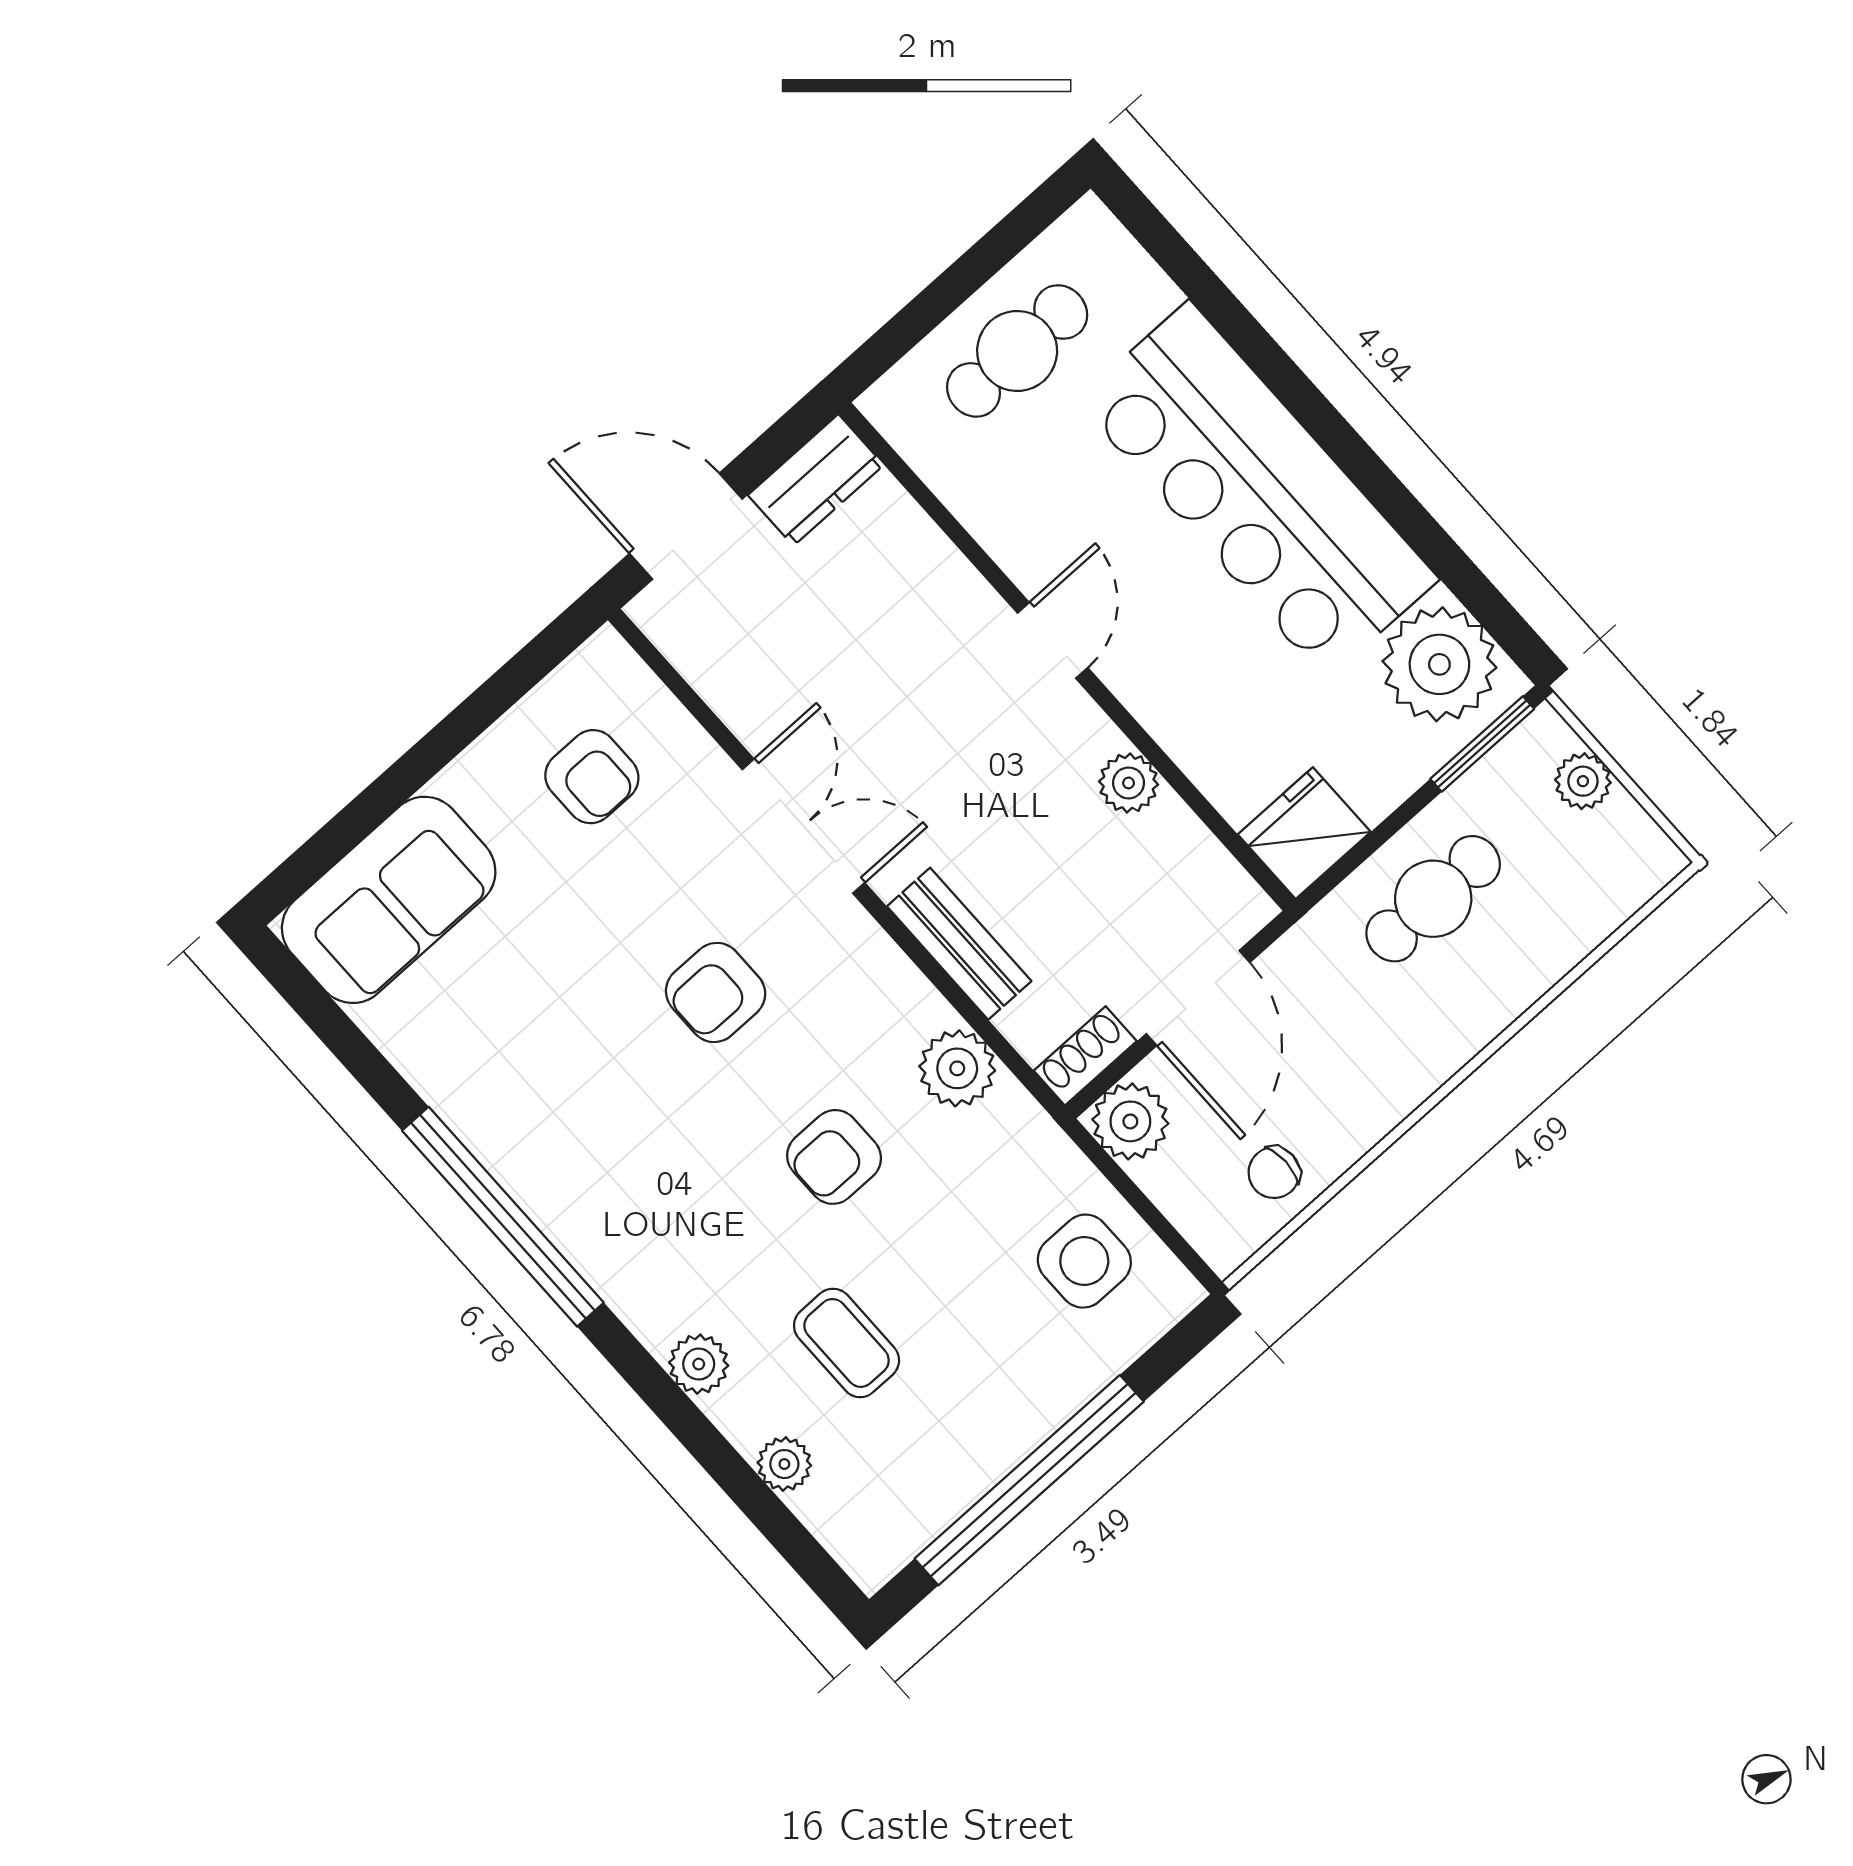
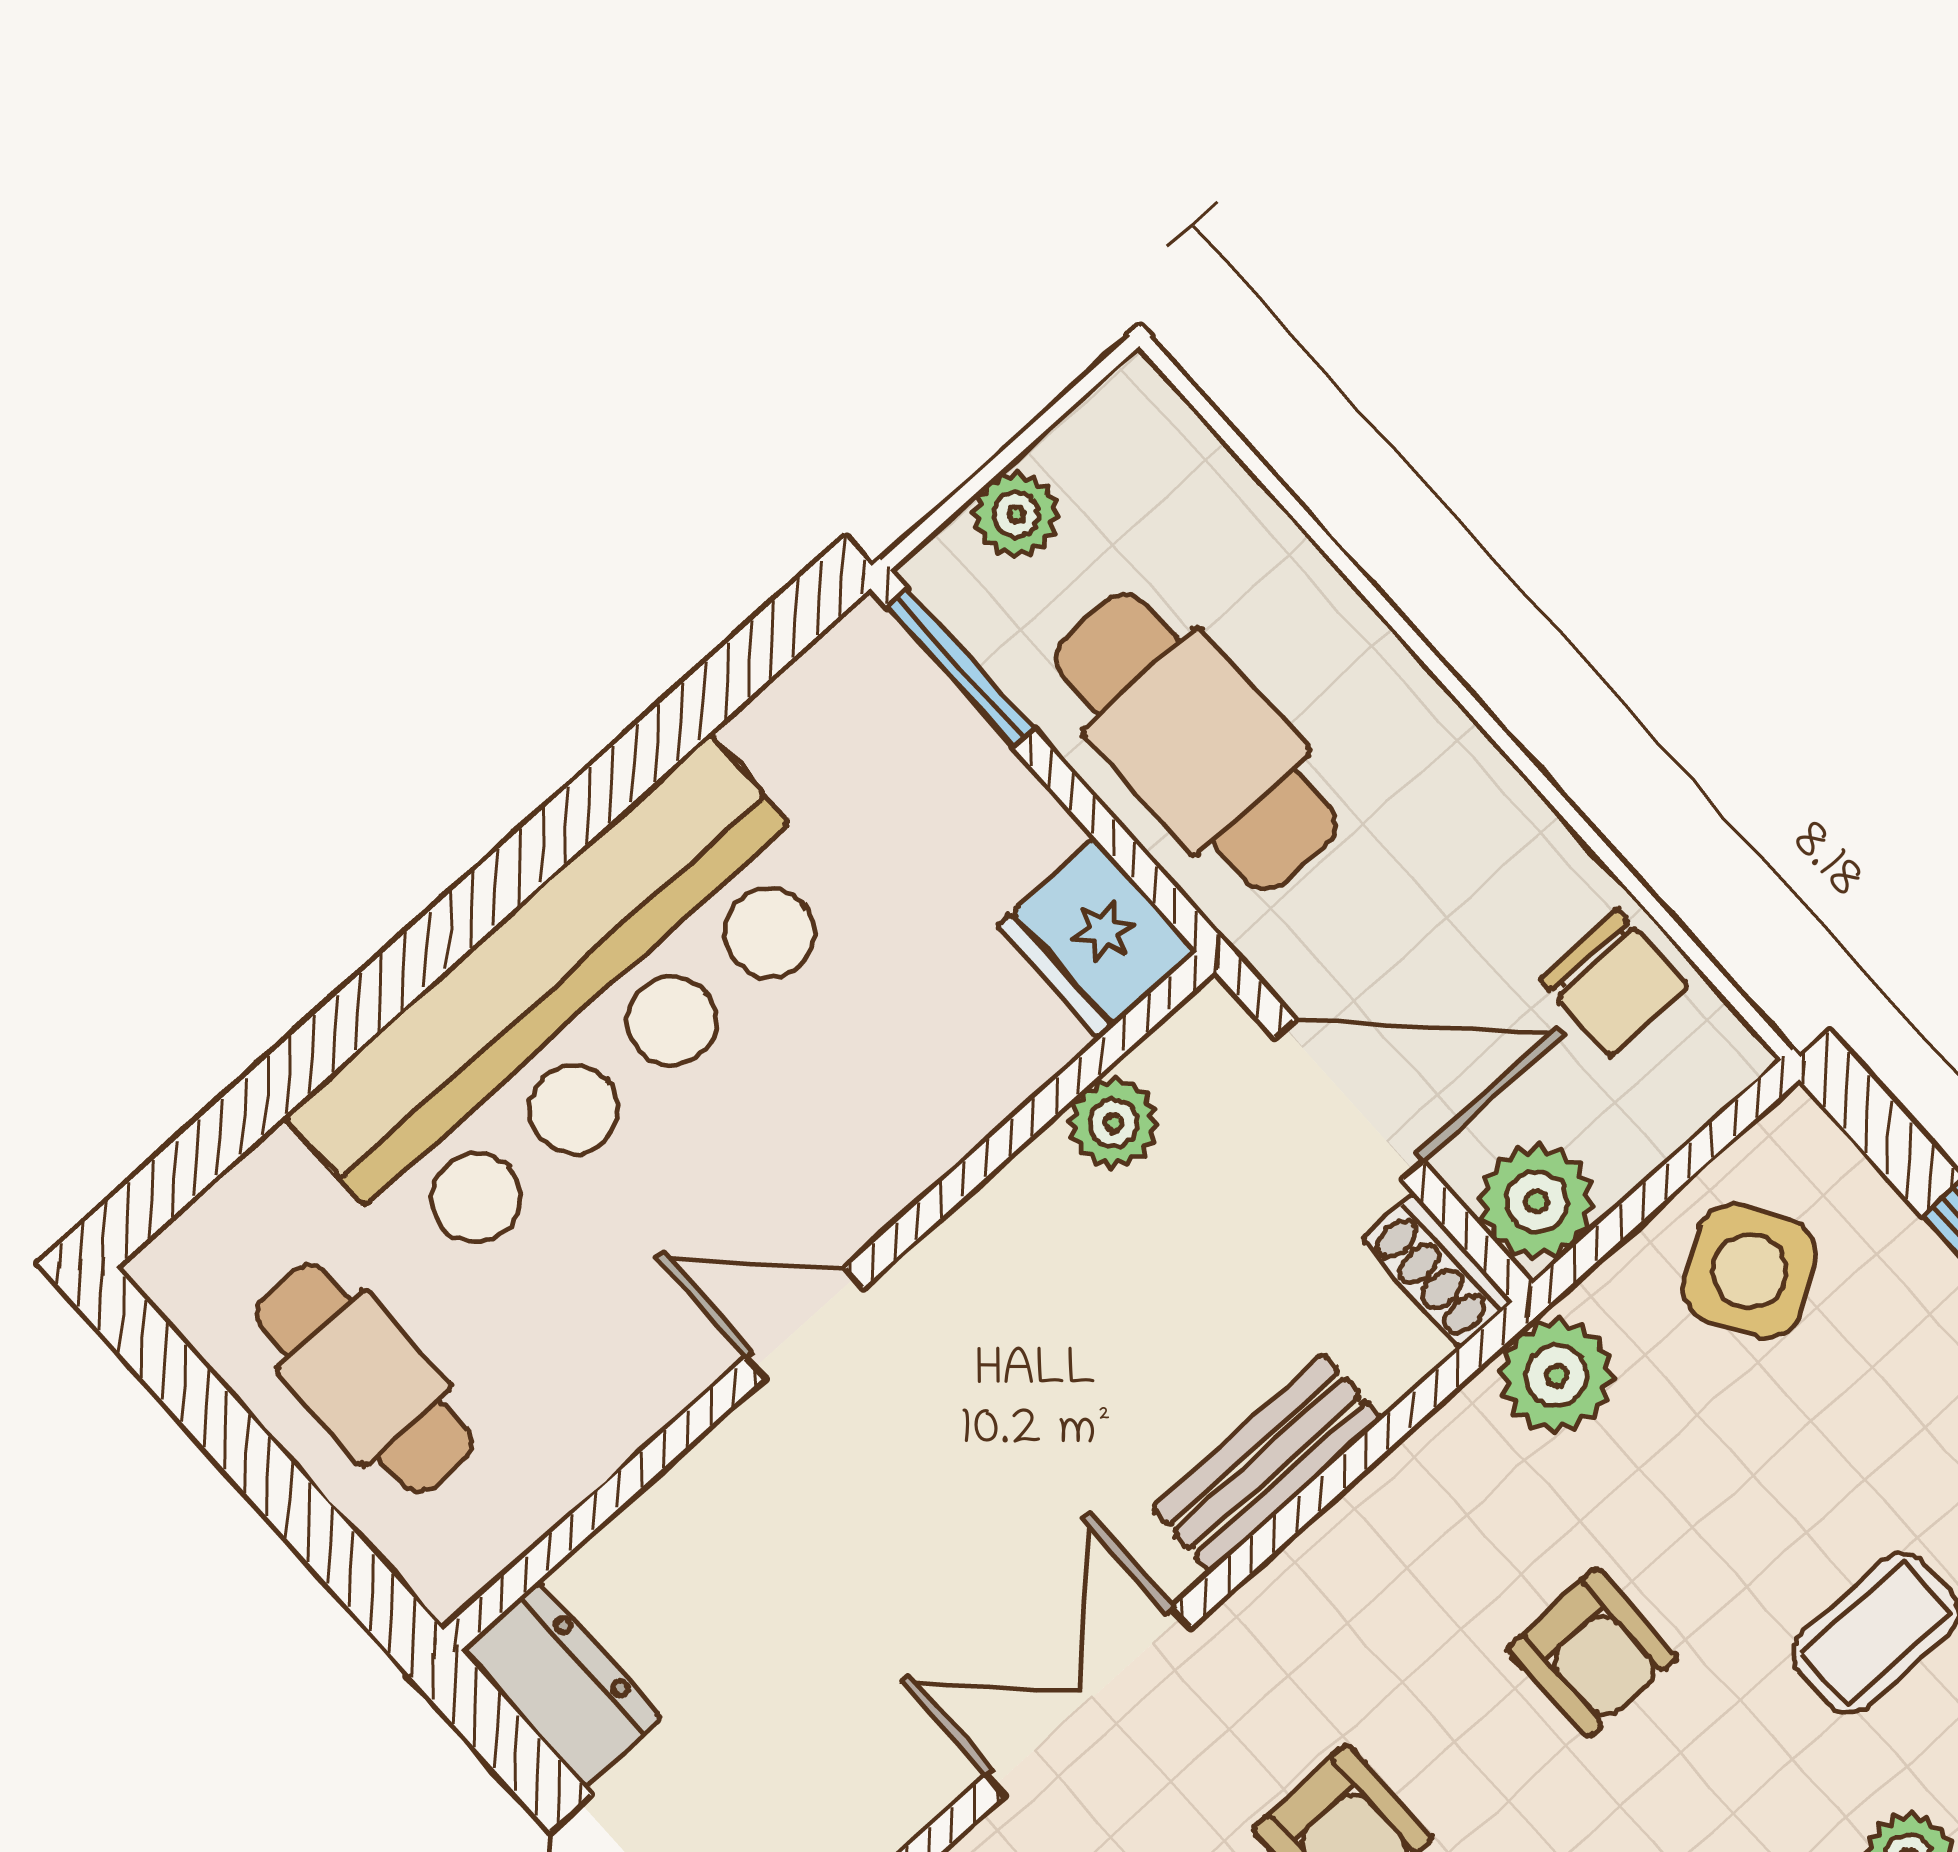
plant: (1439, 664) -> (839, 733), removed
plant: (1129, 783) -> (1113, 1123), moved
cafe table: (1433, 899) -> (1196, 742), width x1.37, depth x1.35
plant: (957, 1068) -> (1557, 1376), moved
chair: (1274, 1173) -> (1614, 983), width x1.37, depth x1.37
side table: (1084, 1261) -> (1750, 1271), turned -31

